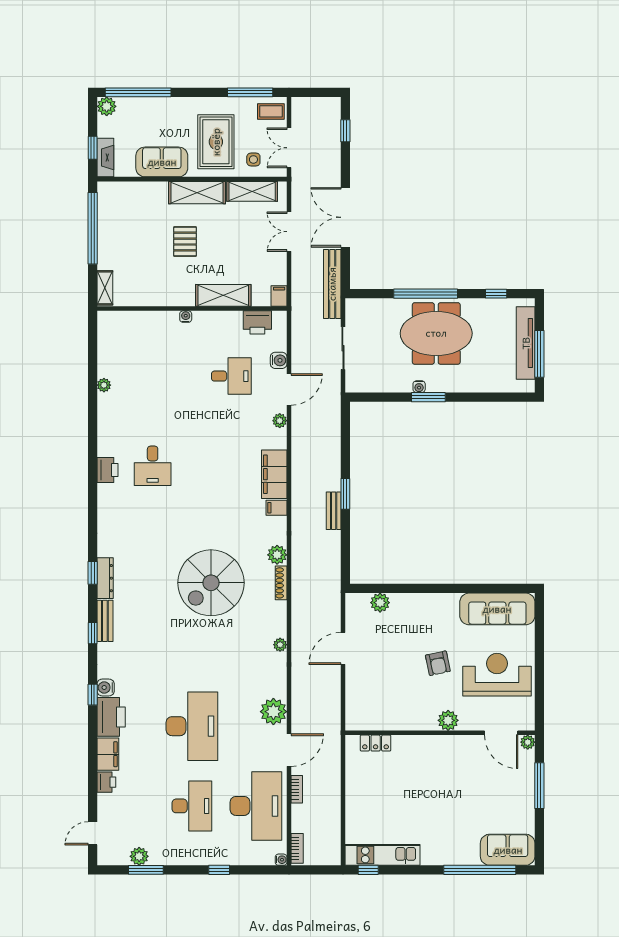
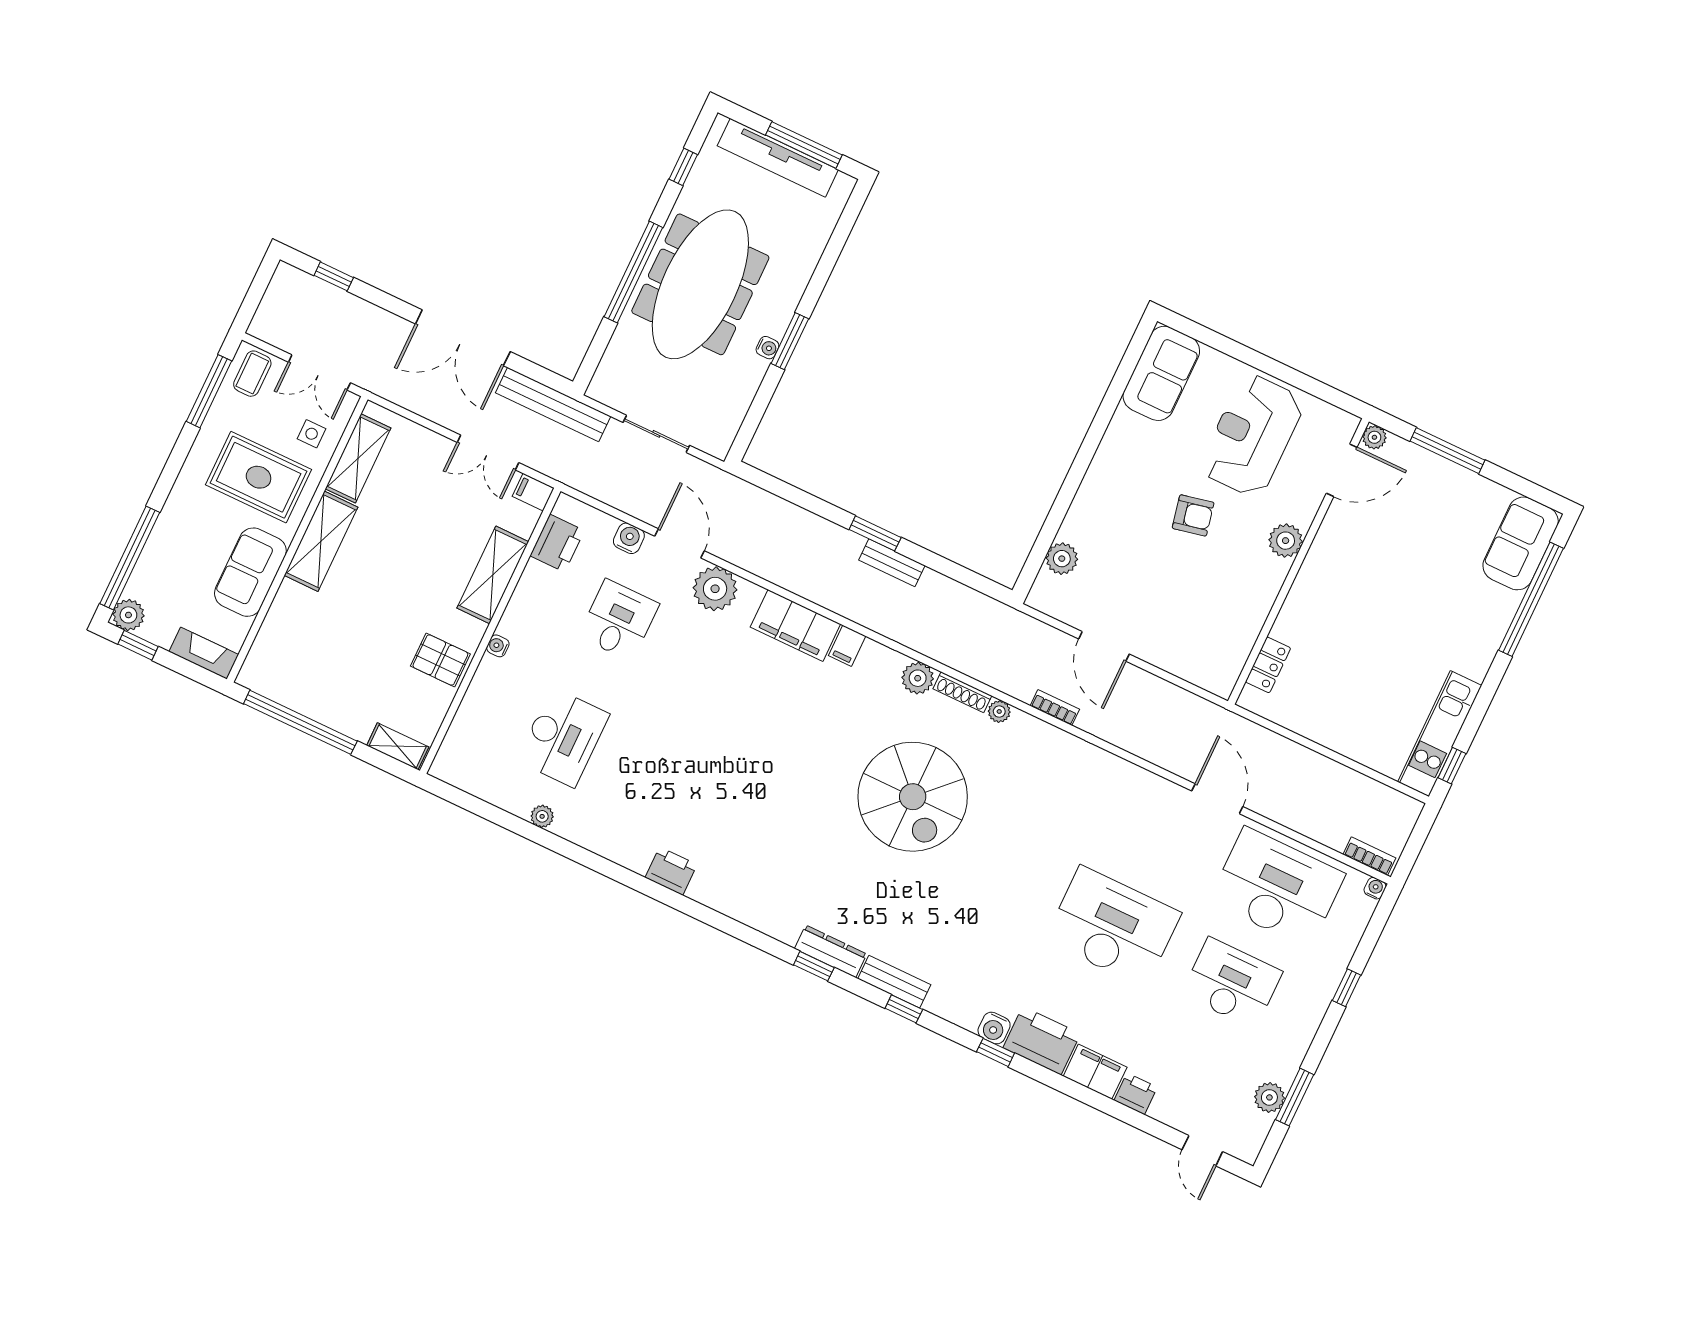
window: (93, 148) -> (138, 645), moved
double door: (289, 232) -> (488, 452), moved
pallet: (185, 242) -> (440, 660), moved
meeting table: (436, 333) -> (700, 284), width x1.36
plant: (280, 421) -> (715, 589), width x1.87, depth x1.87
desk: (153, 466) -> (563, 737), moved, width x1.37
sofa: (497, 609) -> (1161, 373), width x0.73
plant: (280, 645) -> (999, 711), moved
plant: (273, 712) -> (1149, 795), removed
bookcase: (297, 789) -> (1055, 707), moved

